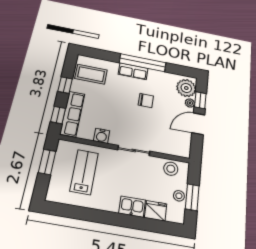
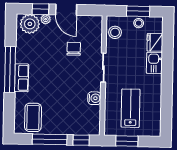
window: (65, 85) -> (50, 139), width x2.17
chair: (146, 100) -> (74, 49), moved
row of seats: (72, 114) -> (78, 128), removed
lab bench: (84, 172) -> (131, 108), turned 90

